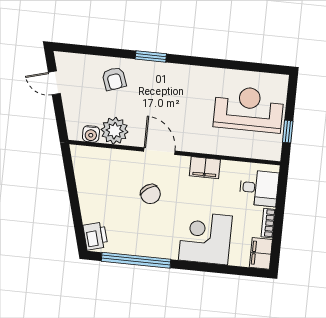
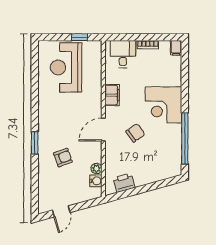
armchair: (114, 79) -> (63, 158), moved
plant: (115, 131) -> (96, 169), width x0.53, depth x0.53
printer: (95, 236) -> (124, 183), moved
corner desk: (205, 238) -> (163, 105), moved
filing cabinet: (261, 253) -> (176, 48), width x0.50

